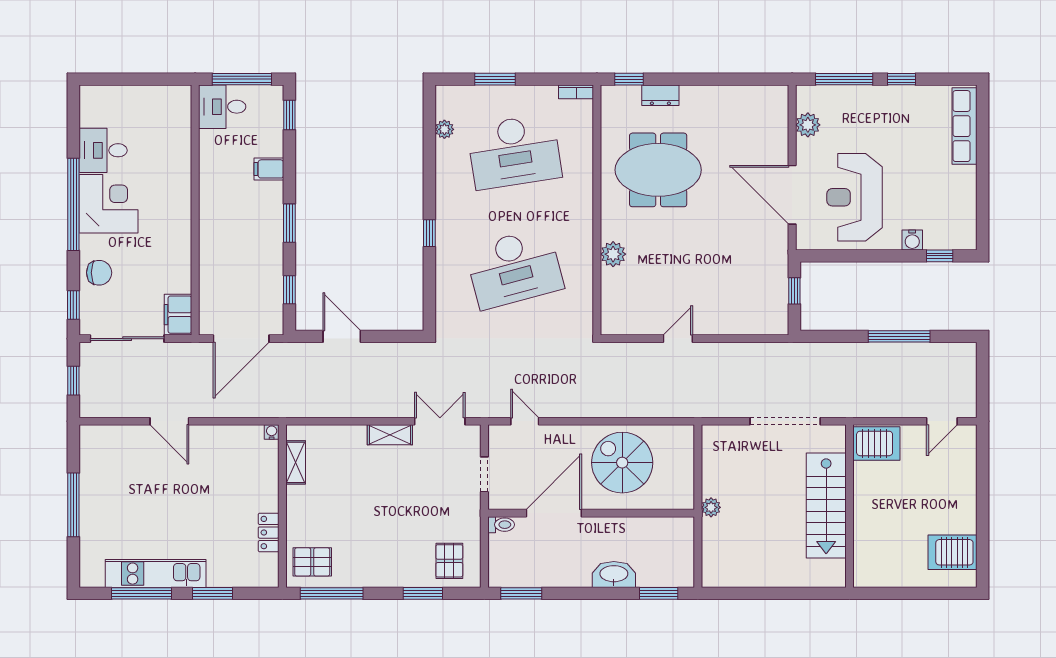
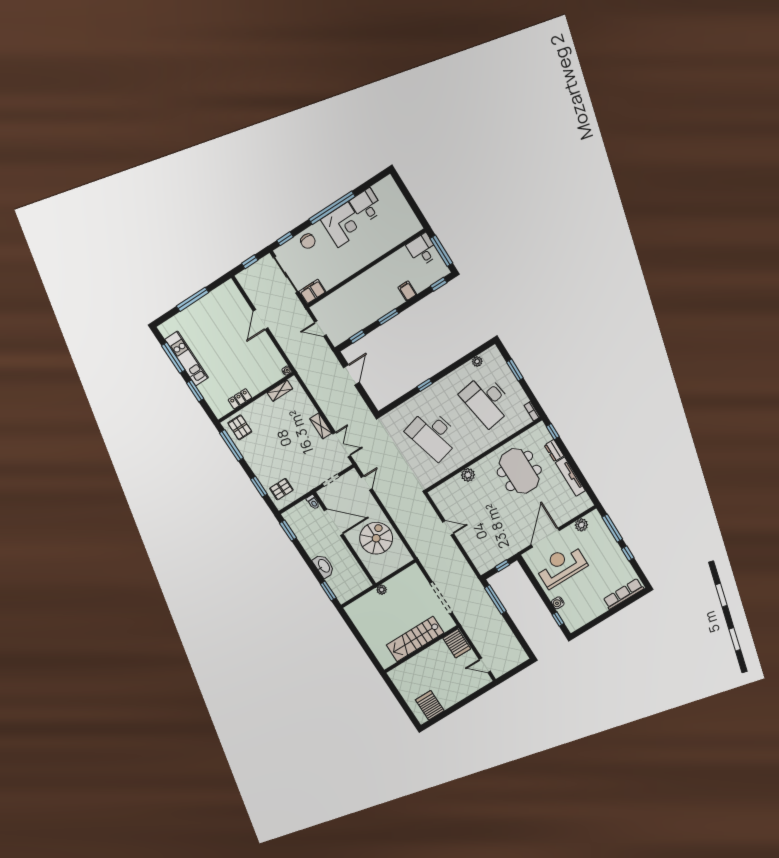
tv unit: (718, 95) -> (570, 477), added
window: (899, 336) -> (495, 600), moved
door: (241, 339) -> (320, 329), width x0.53

